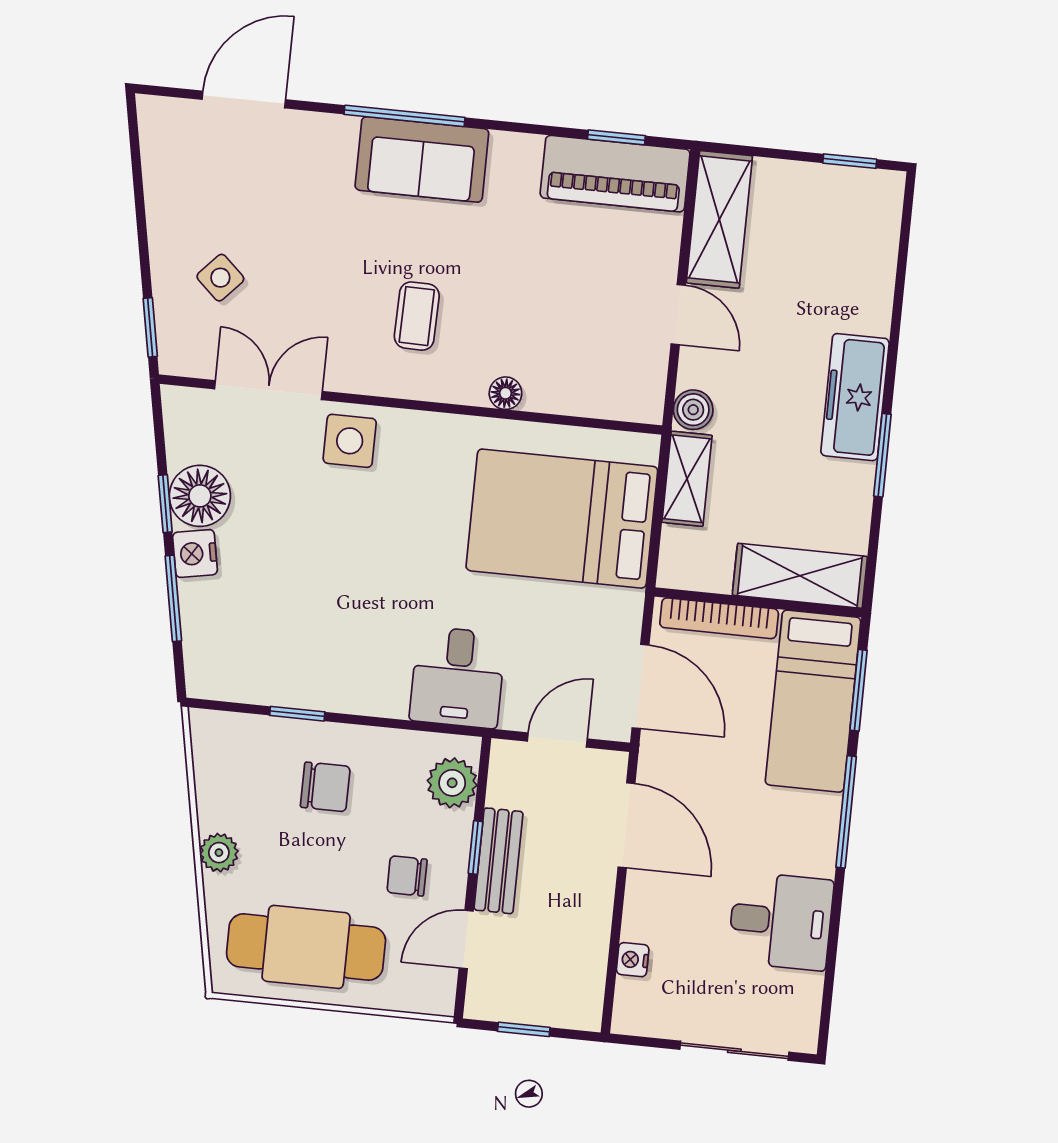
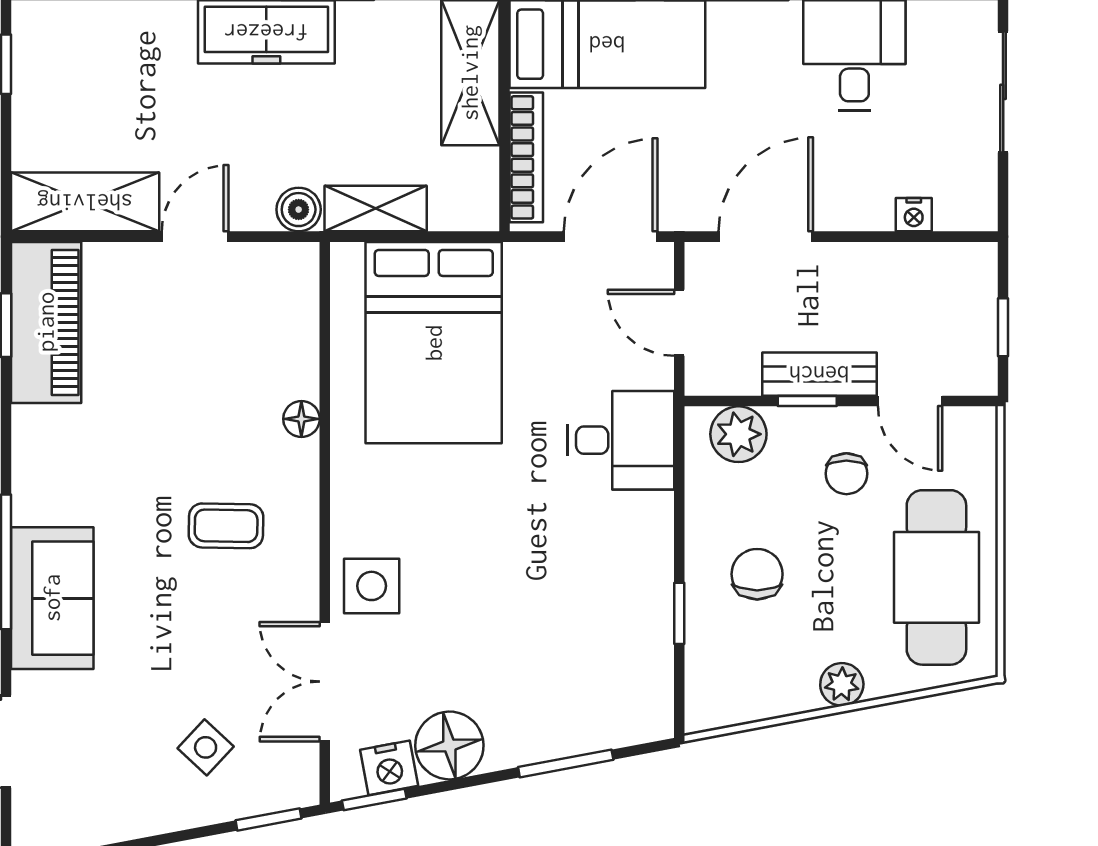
sofa: (422, 159) -> (52, 598), moved
window: (165, 504) -> (374, 799), moved
nightstand: (195, 554) -> (389, 768), moved

